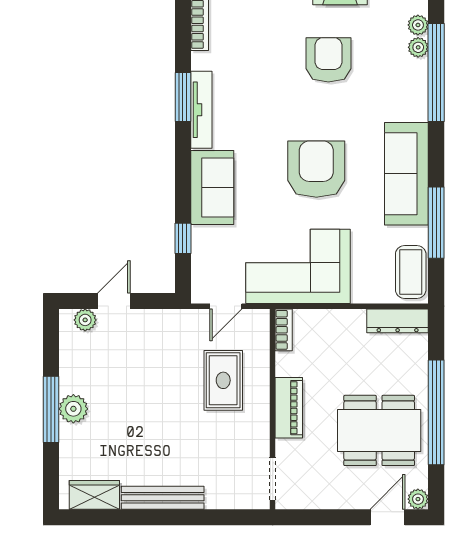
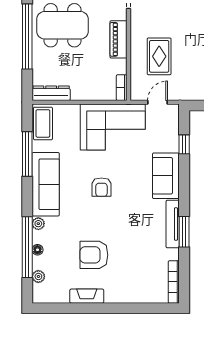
plant: (418, 47) -> (38, 224), moved
armchair: (328, 60) -> (94, 255), turned 90
floor lamp: (420, 68) -> (37, 250), added
armchair: (316, 169) -> (101, 187), width x0.53, depth x0.53

